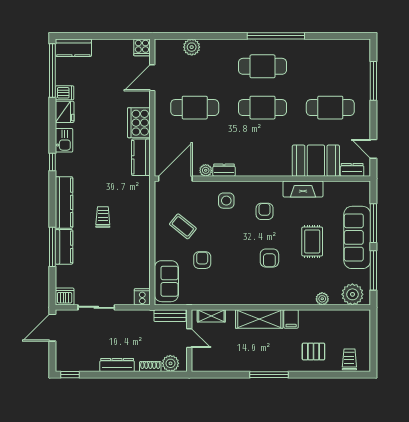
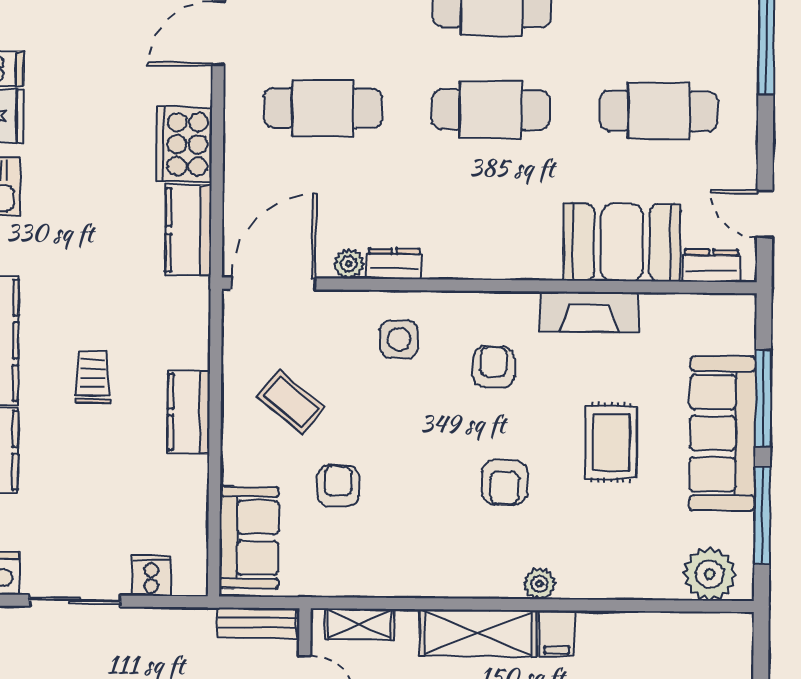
kitchen counter: (142, 231) -> (189, 412), added
cooker: (142, 297) -> (151, 576), moved
plant: (322, 299) -> (539, 584), moved

